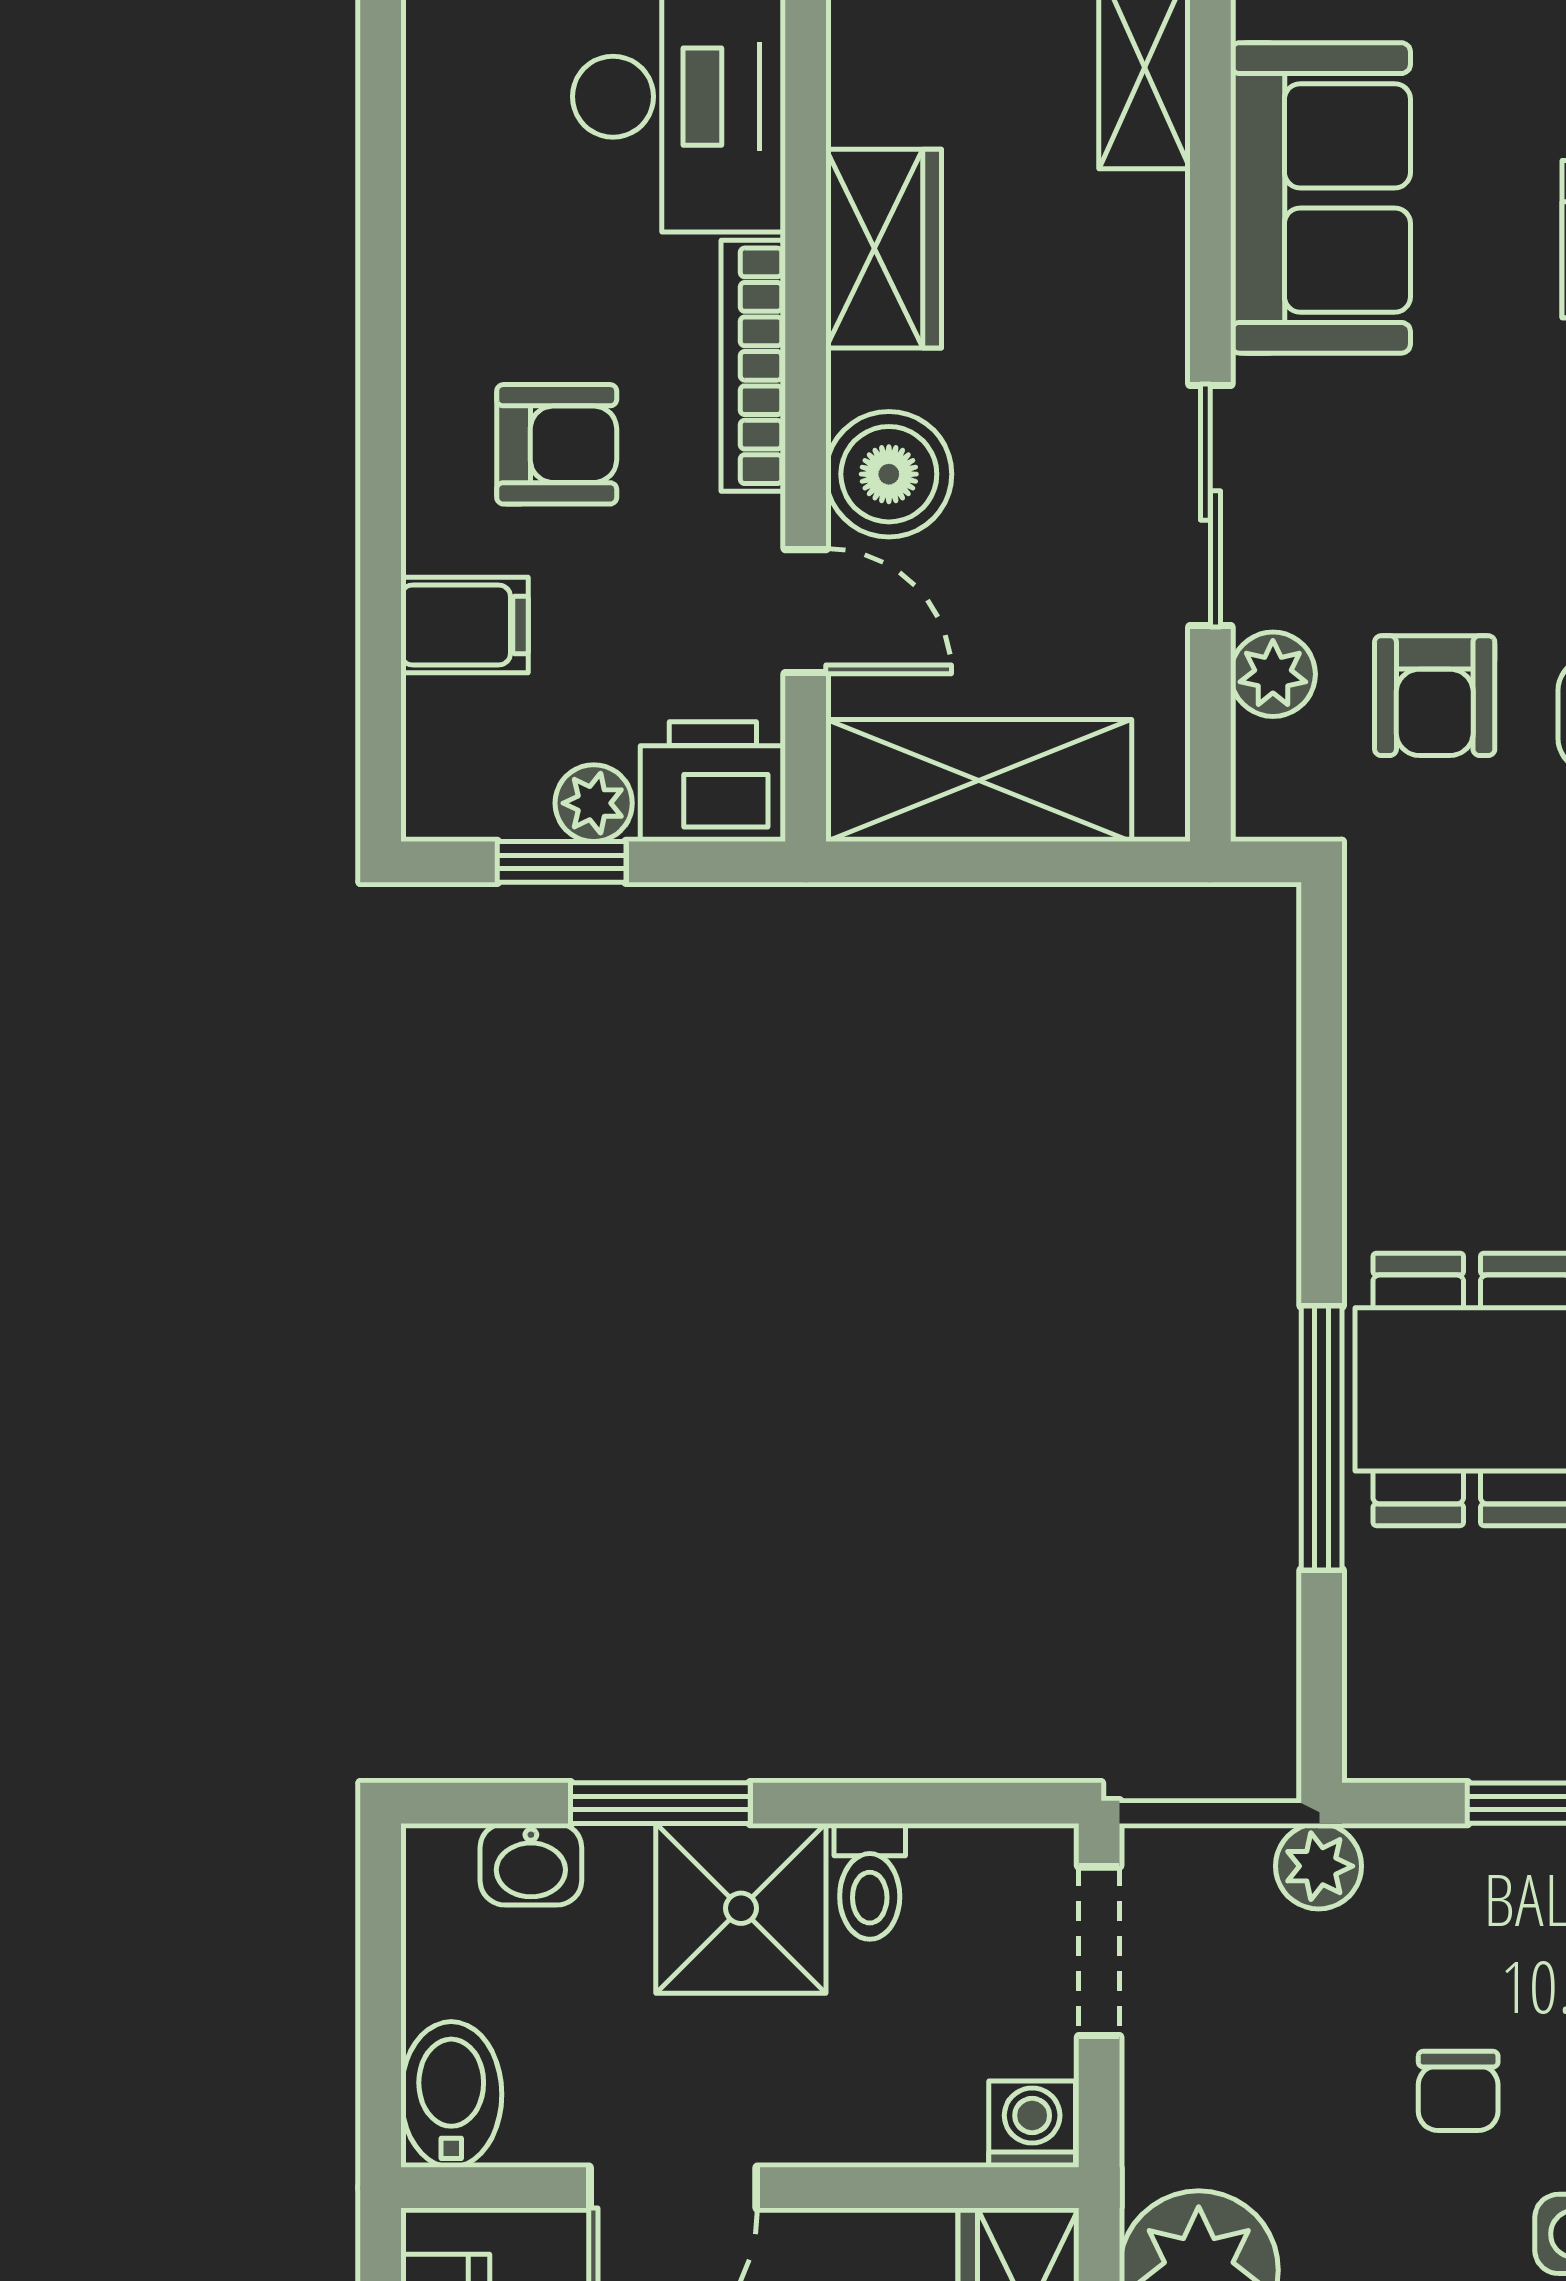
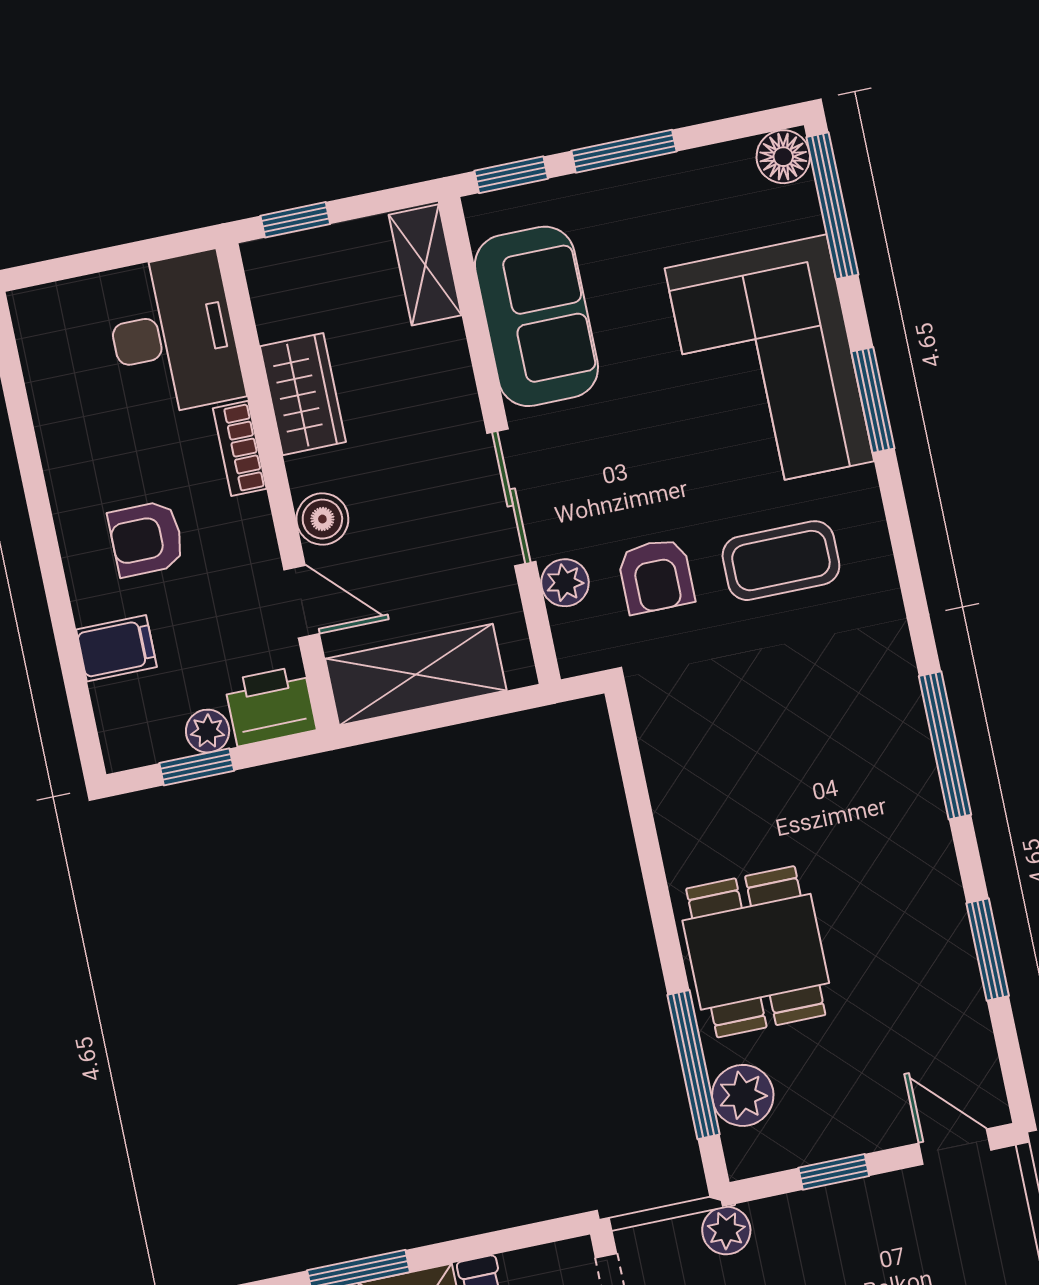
bookcase: (753, 366) -> (240, 448), width x0.64
armchair: (557, 444) -> (146, 539), turned 180
boiler: (889, 474) -> (322, 519), width x0.73, depth x0.73
window: (1322, 1438) -> (693, 1065), moved
plant: (1397, 1636) -> (743, 1095), added

